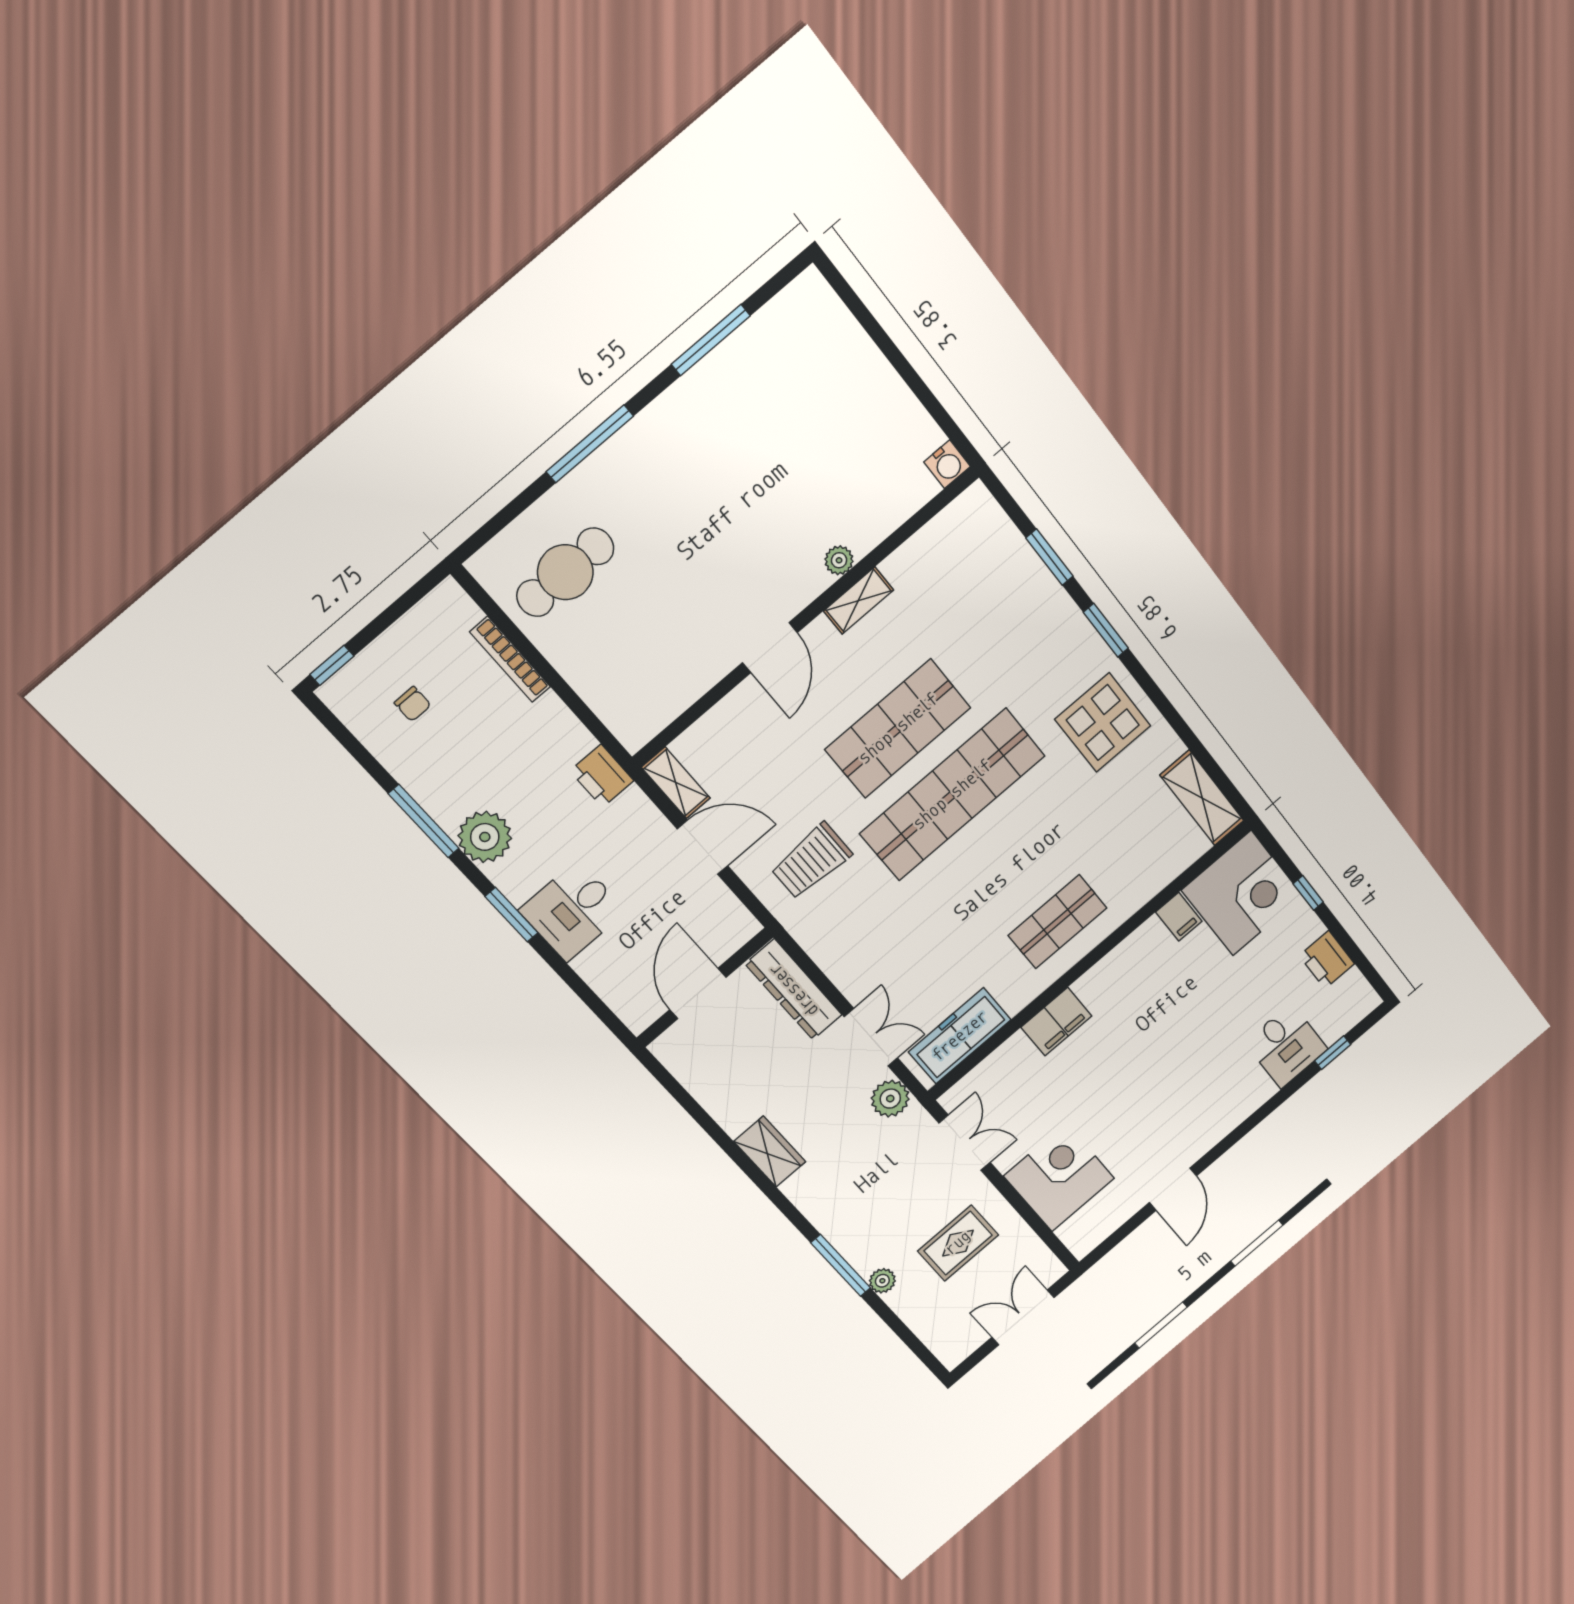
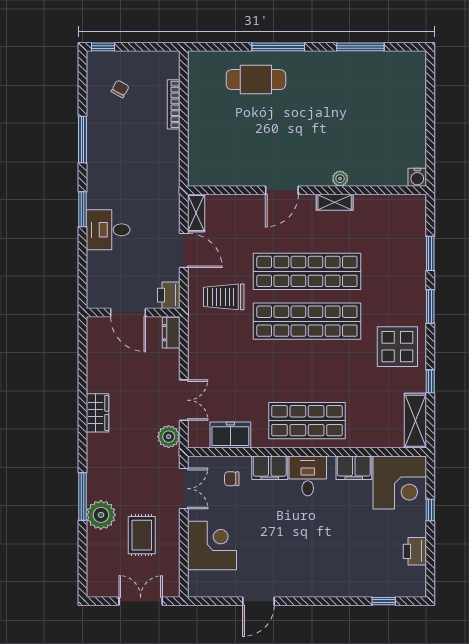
cafe table: (565, 572) -> (256, 80), moved
chair: (413, 704) -> (120, 89), turned -151
shop shelf: (898, 729) -> (307, 271), width x1.40
window: (1183, 730) -> (430, 381), added
printer: (602, 776) -> (169, 295), moved
plant: (485, 837) -> (100, 167), removed
filing cabinet: (1179, 917) -> (354, 468), width x2.00
shop shelf: (1057, 922) -> (307, 421), width x1.43, depth x1.36
dresser: (794, 990) -> (171, 333), width x0.51, depth x0.80
door: (698, 993) -> (128, 313), swing flipped
freezer: (960, 1036) -> (230, 435), width x0.71
desk: (1286, 1046) -> (308, 476), moved, turned 180
chair: (1018, 1077) -> (232, 479), added
rug: (958, 1243) -> (142, 535), turned 90
plant: (882, 1281) -> (101, 515), width x1.88, depth x1.88

